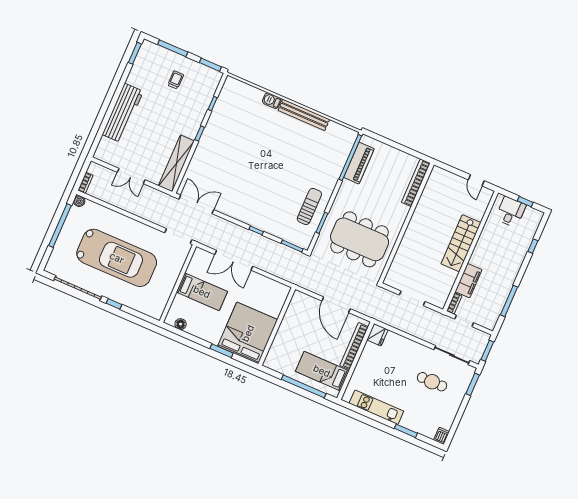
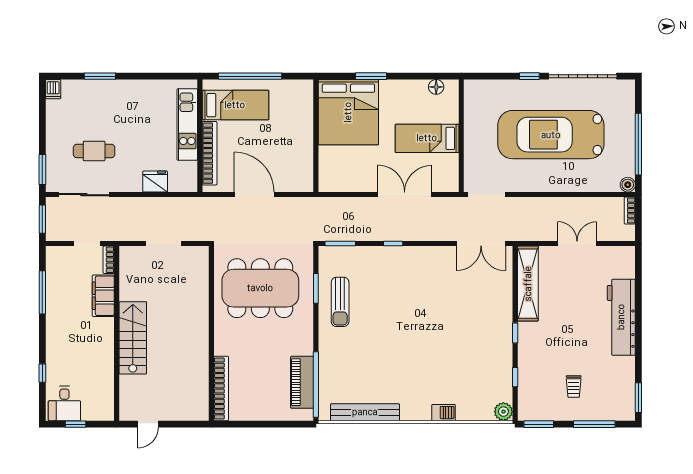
plant: (231, 84) -> (503, 412), added
bench: (304, 115) -> (365, 412), moved
door: (476, 180) -> (148, 424), swing flipped
desk: (511, 212) -> (64, 403), moved
fridge: (377, 335) -> (155, 182), moved, turned 90
kitchen unit: (376, 407) -> (187, 124), moved, turned 90

